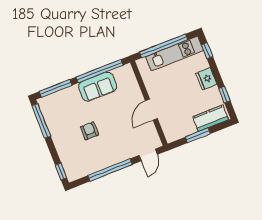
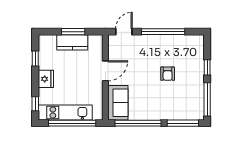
sofa: (98, 87) -> (118, 103), moved, turned 90
kitchen counter: (211, 118) -> (72, 42), moved
window: (61, 171) -> (207, 67), moved

